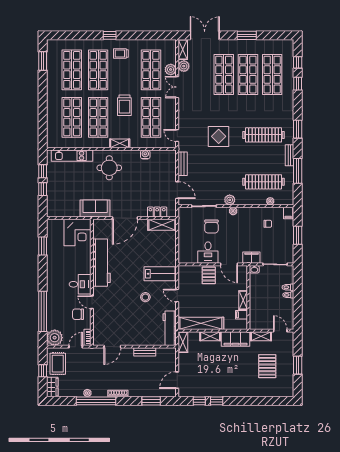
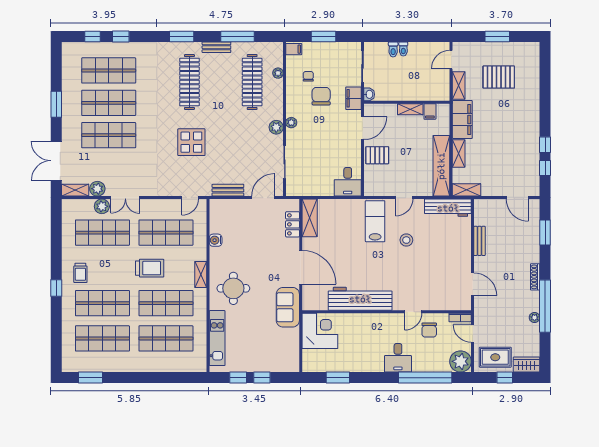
chair: (211, 226) -> (321, 96), moved, turned -90
desk: (208, 253) -> (348, 182), moved, turned 90
desk: (80, 284) -> (398, 358), moved, turned 180

